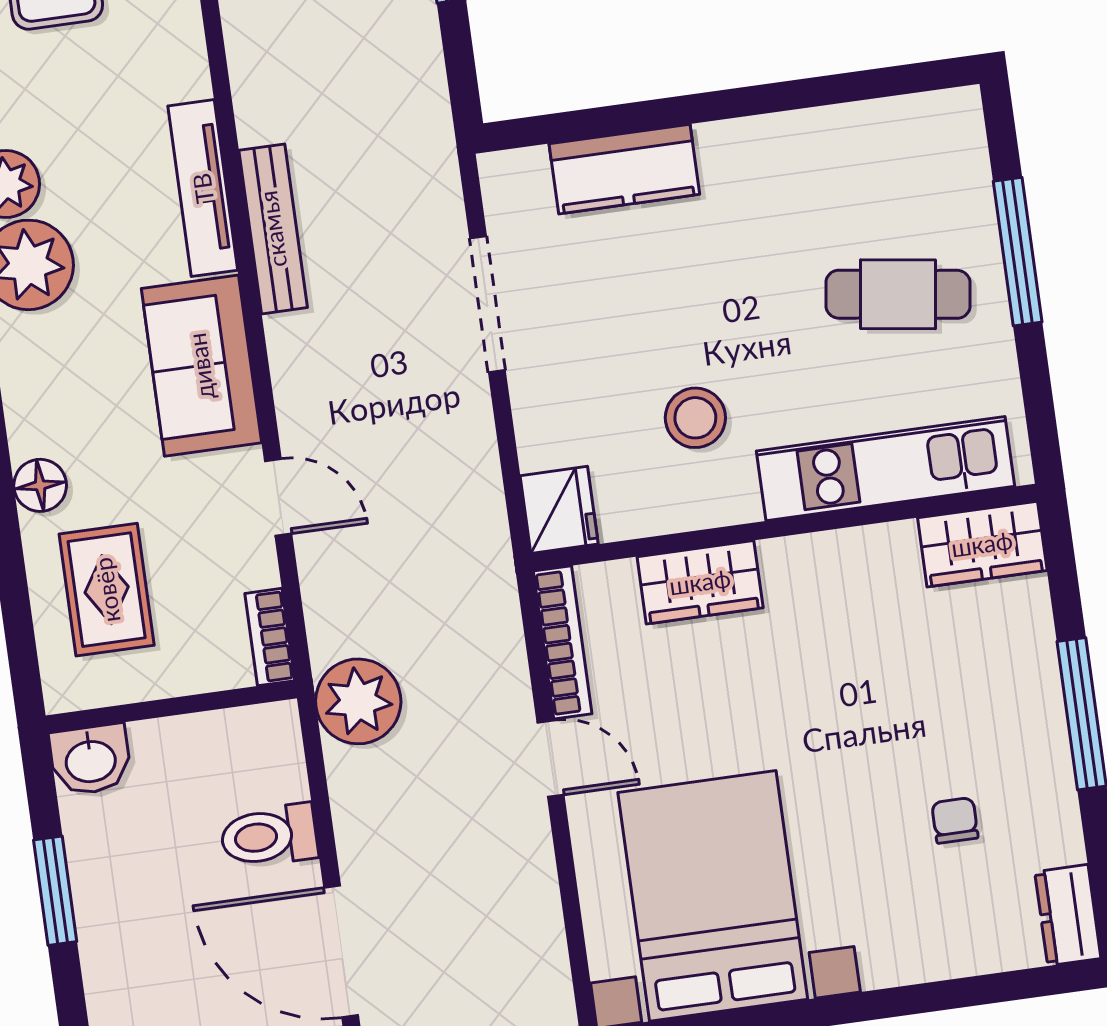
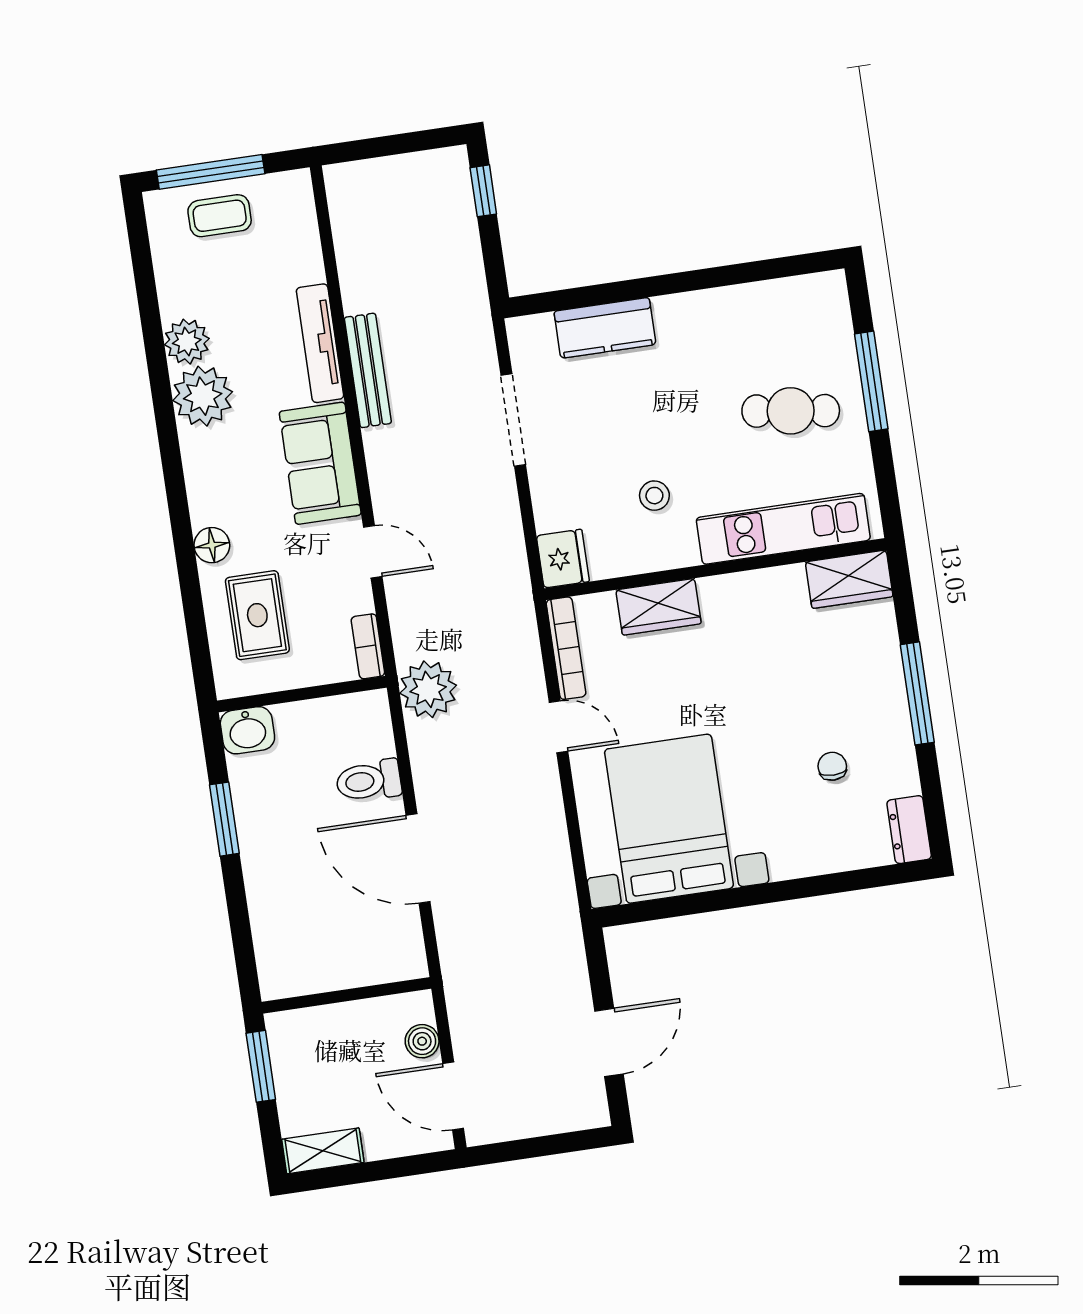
stool: (695, 418) -> (654, 496), width x0.73, depth x0.73

